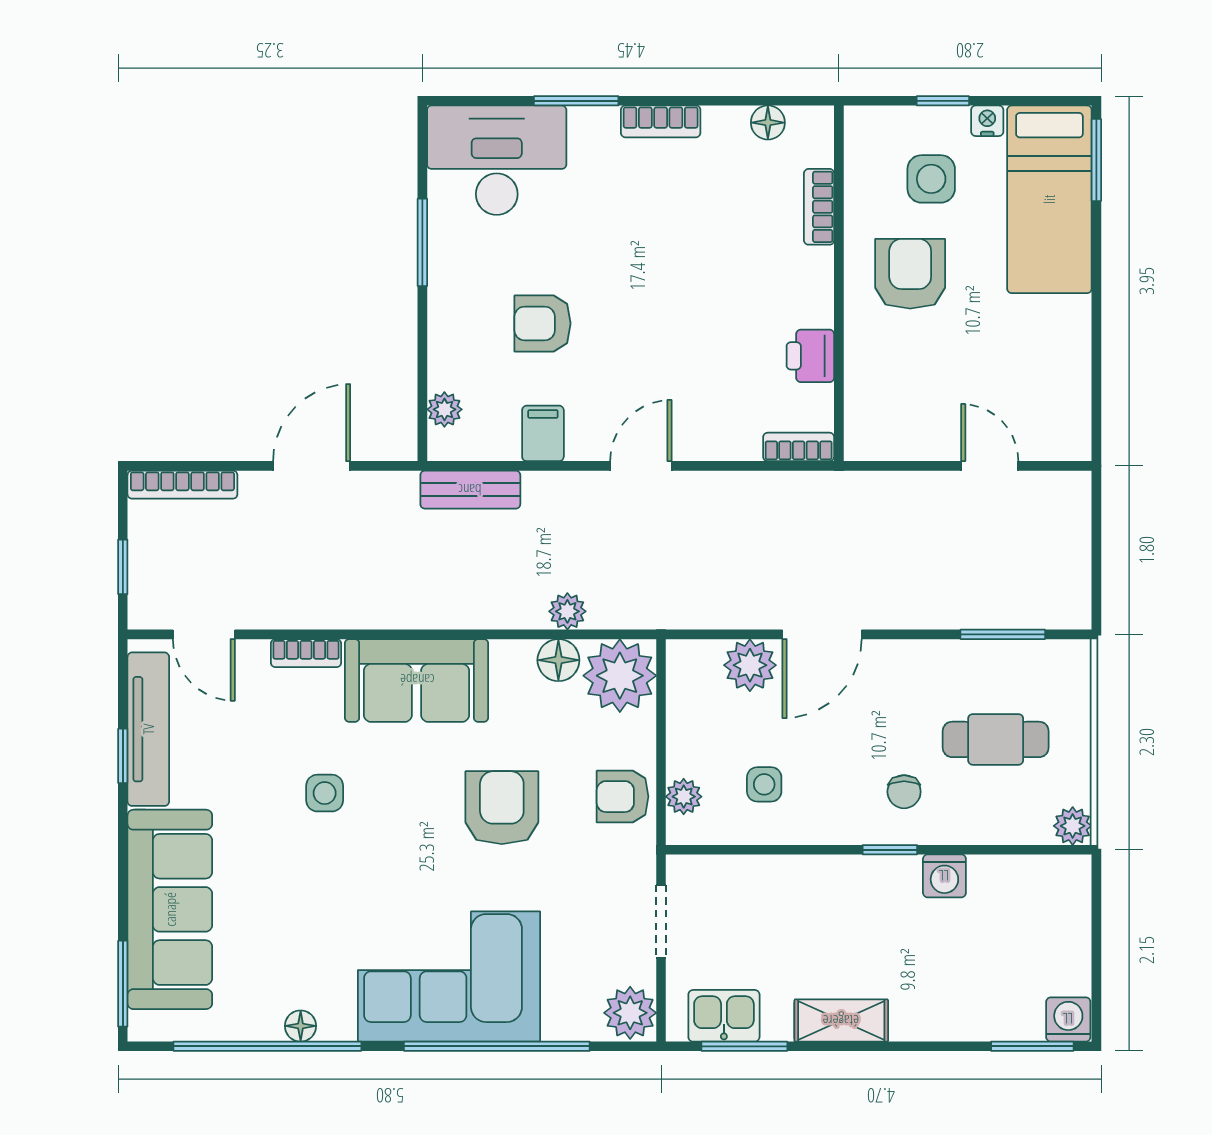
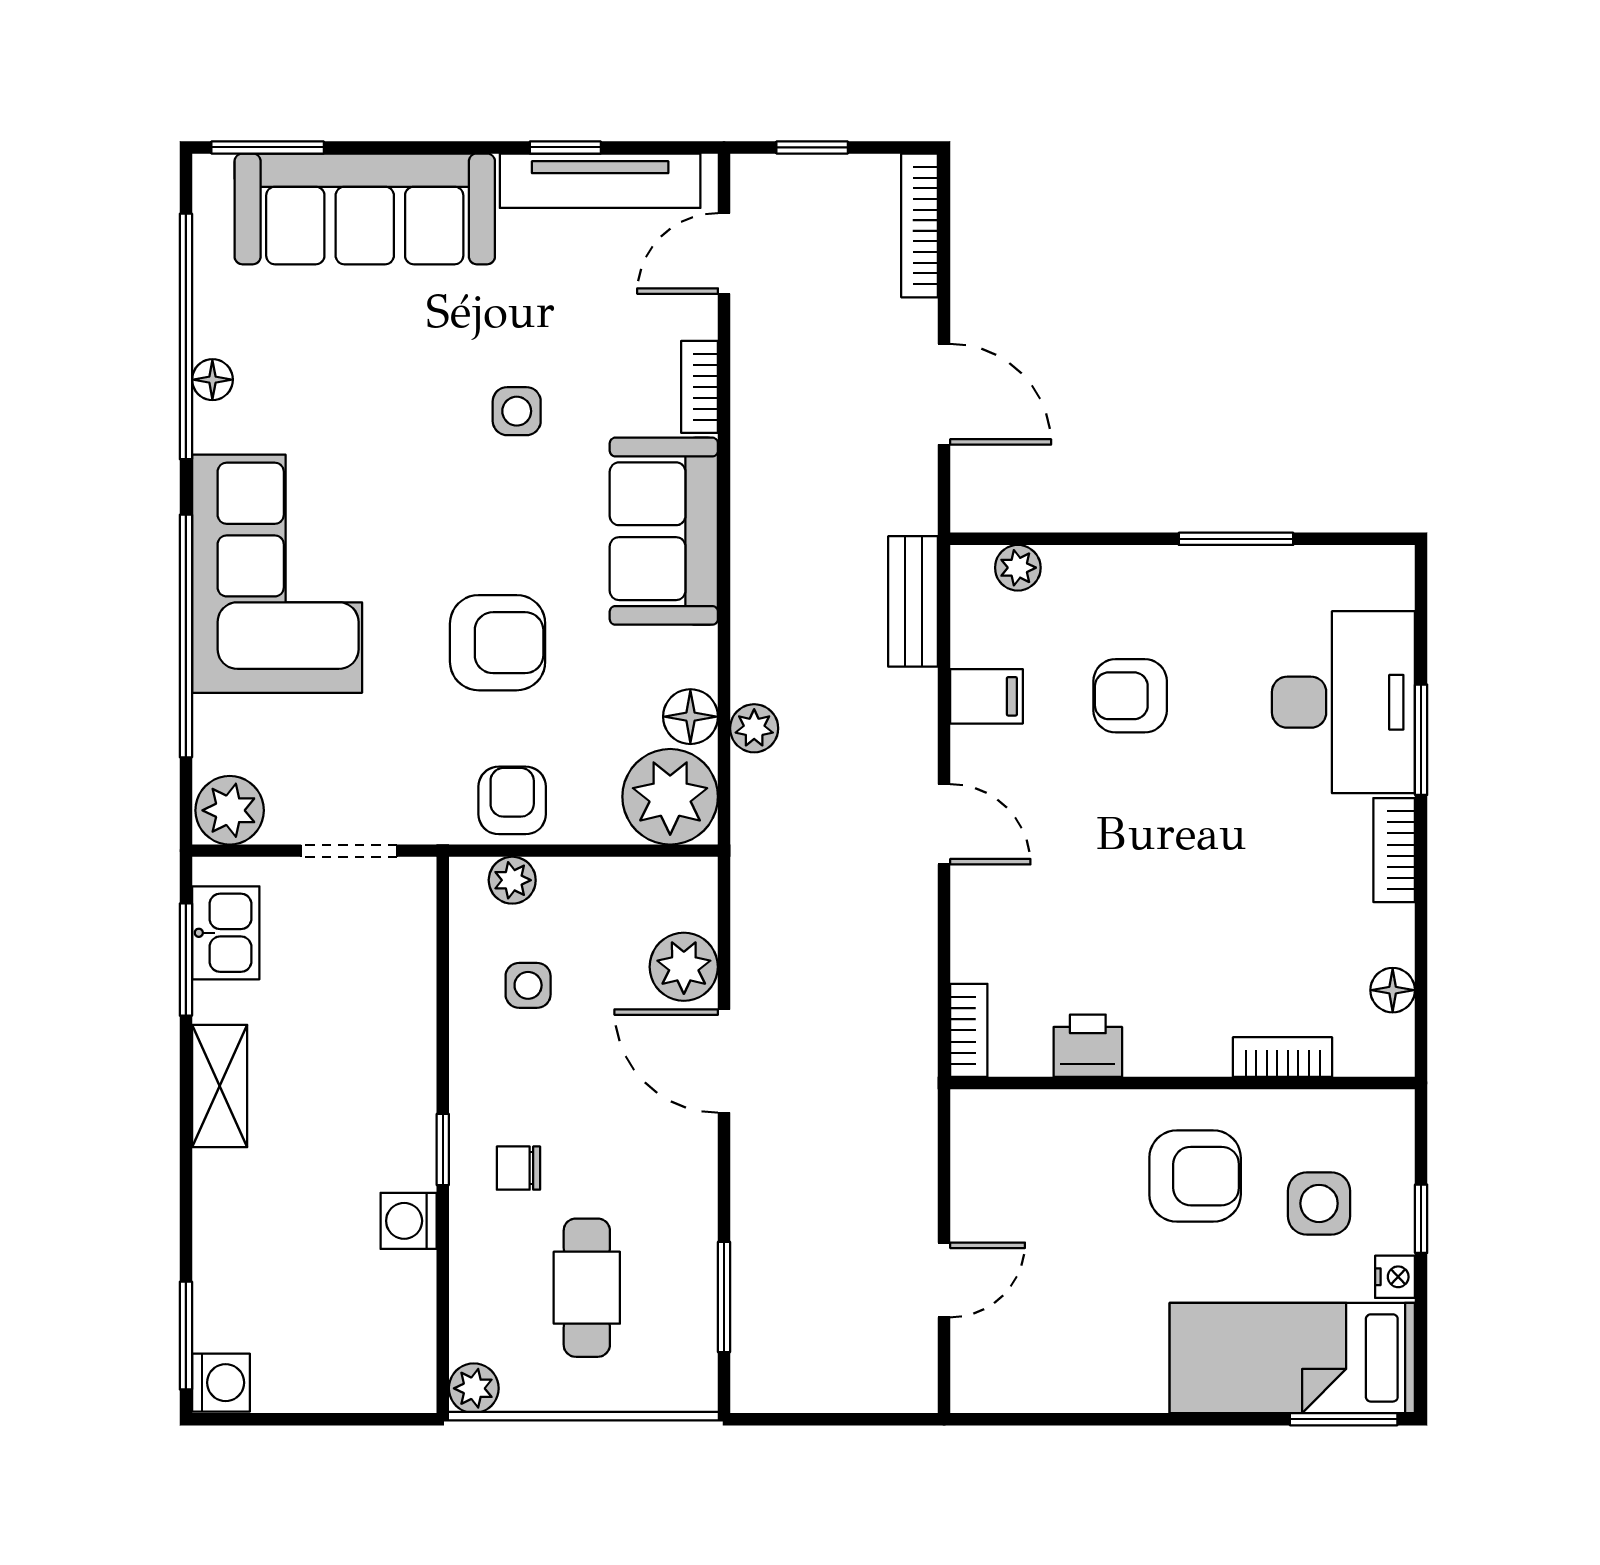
desk: (497, 160) -> (1343, 702), moved
armchair: (542, 323) -> (1130, 696), turned -90

